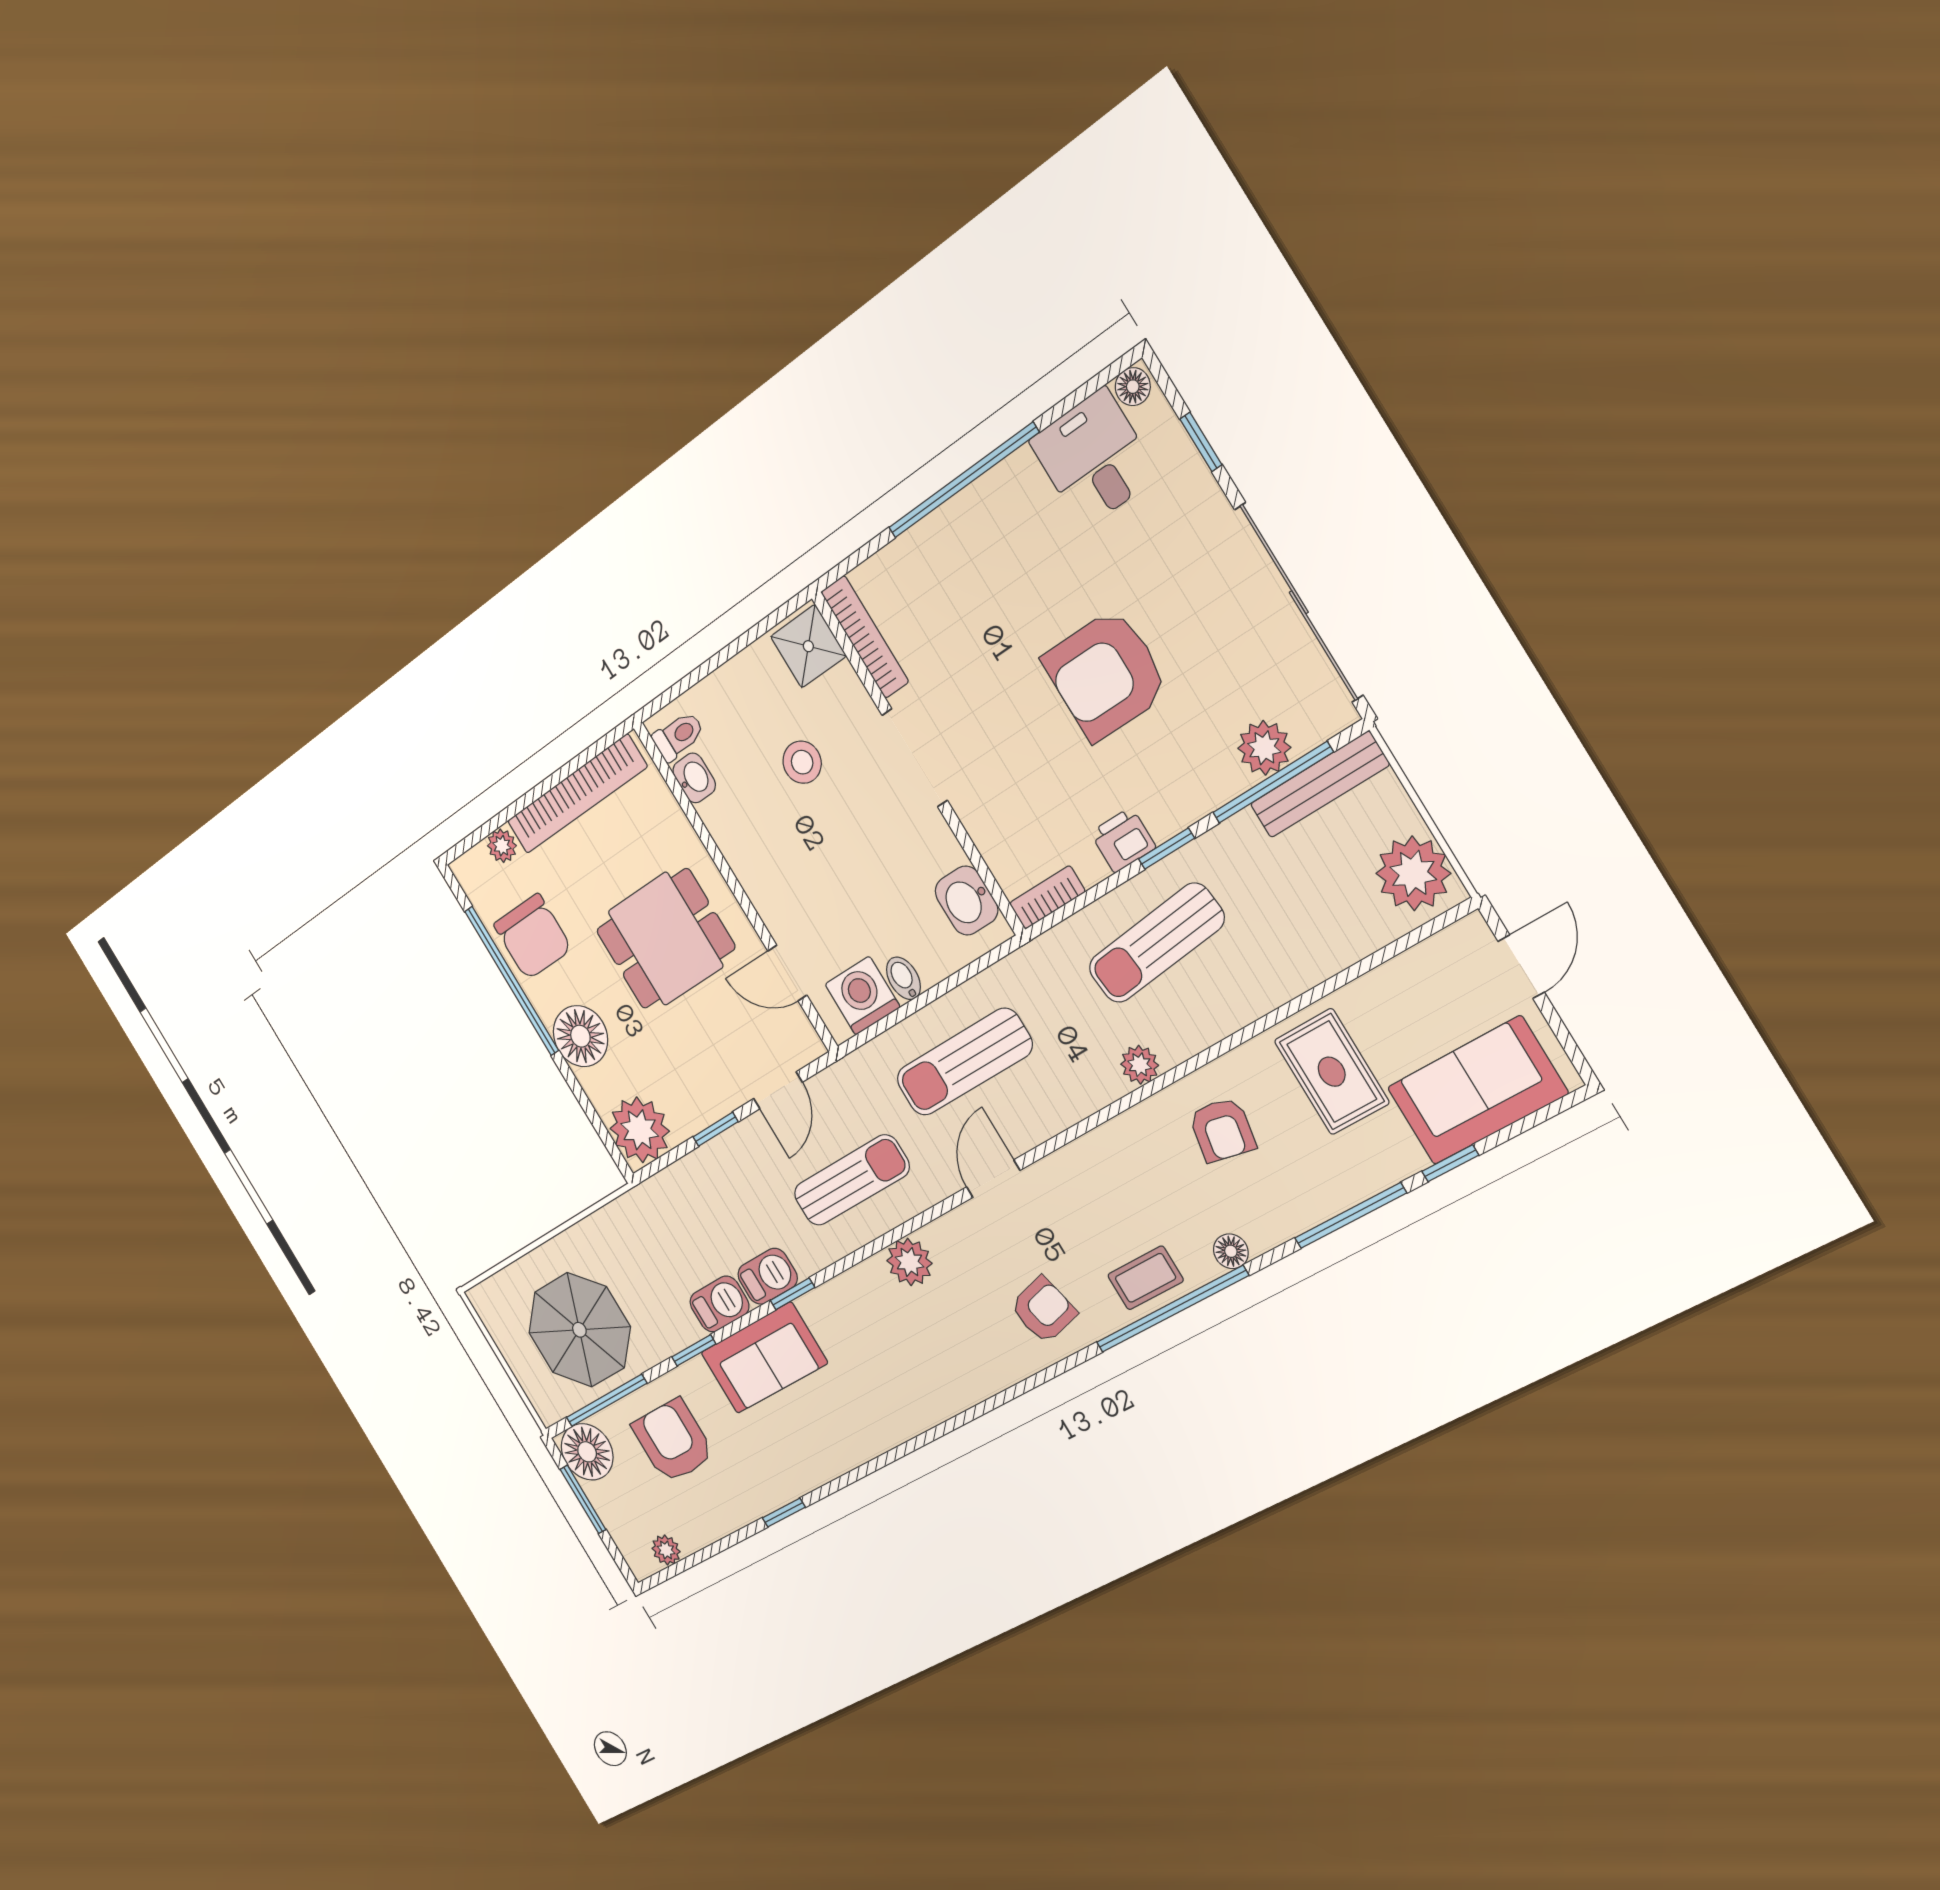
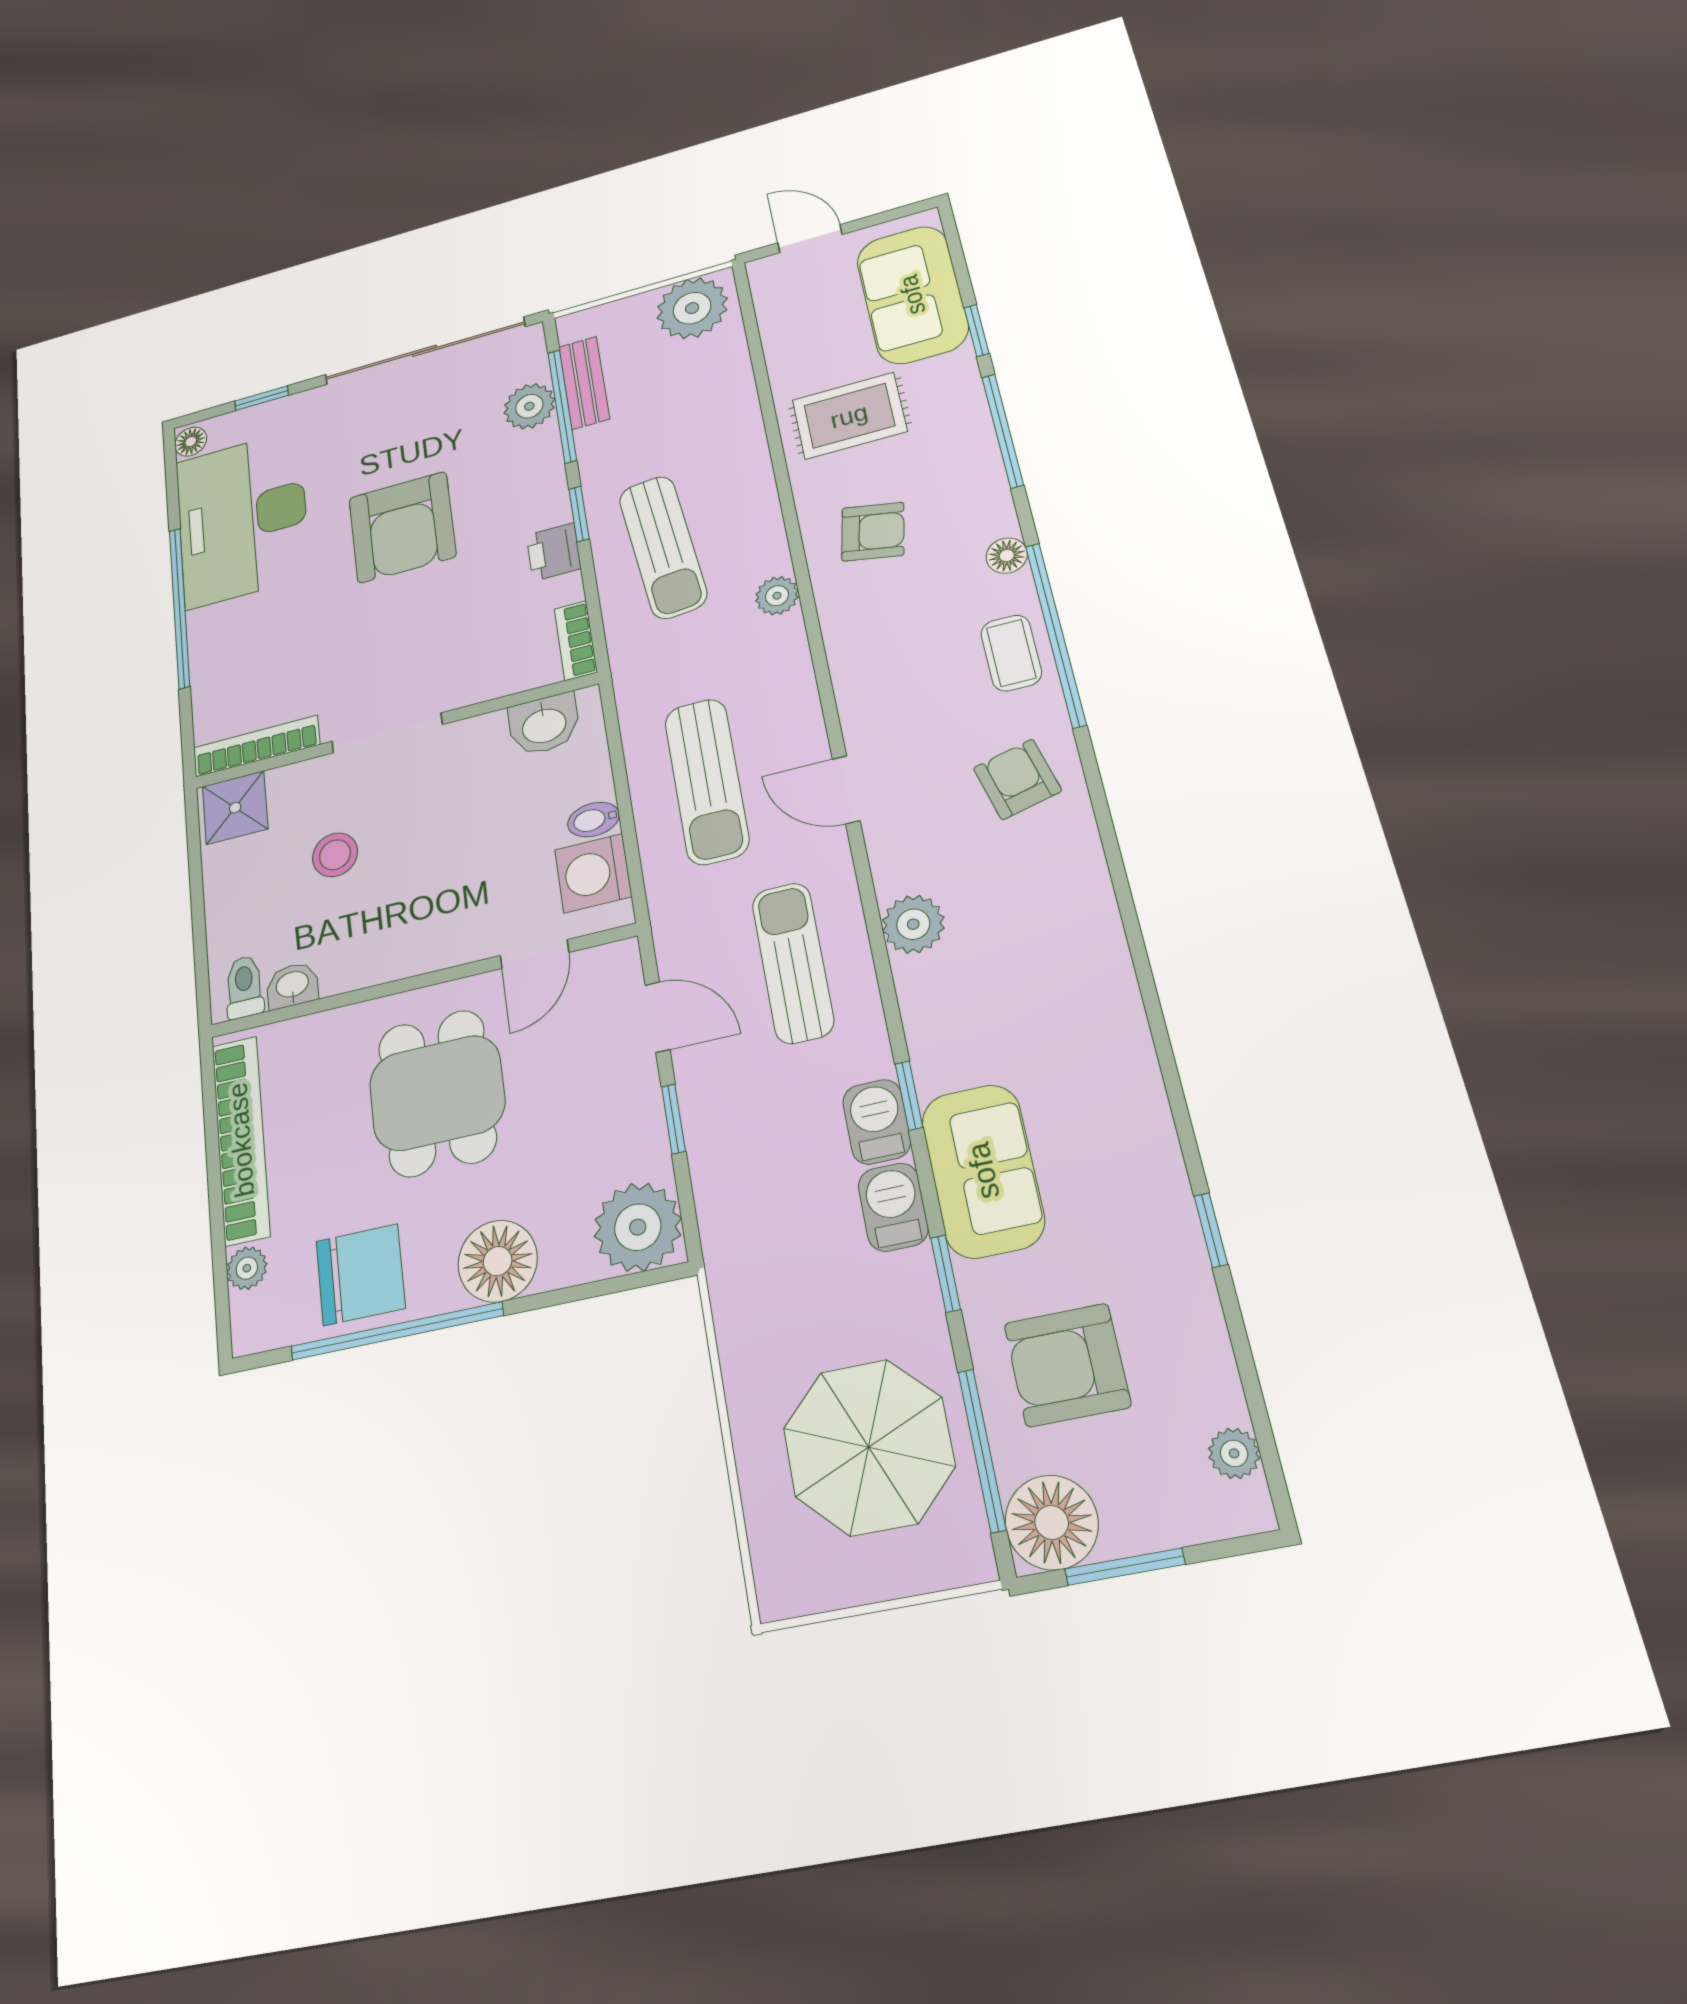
desk: (1094, 458) -> (242, 518), width x1.87, depth x1.30
bench: (1320, 785) -> (584, 383), width x0.73

